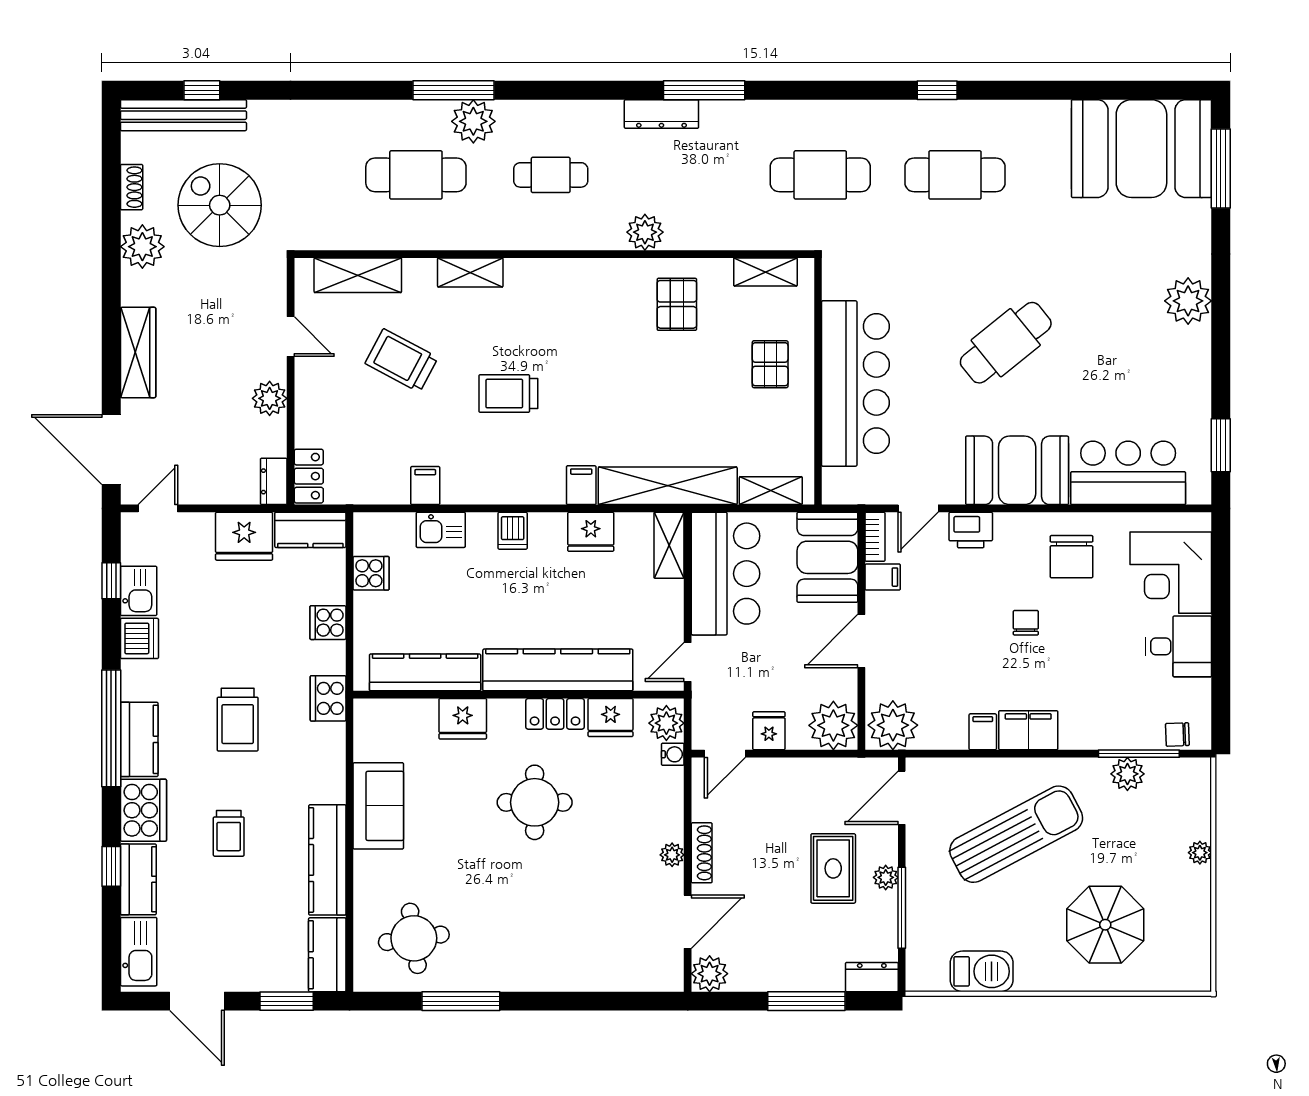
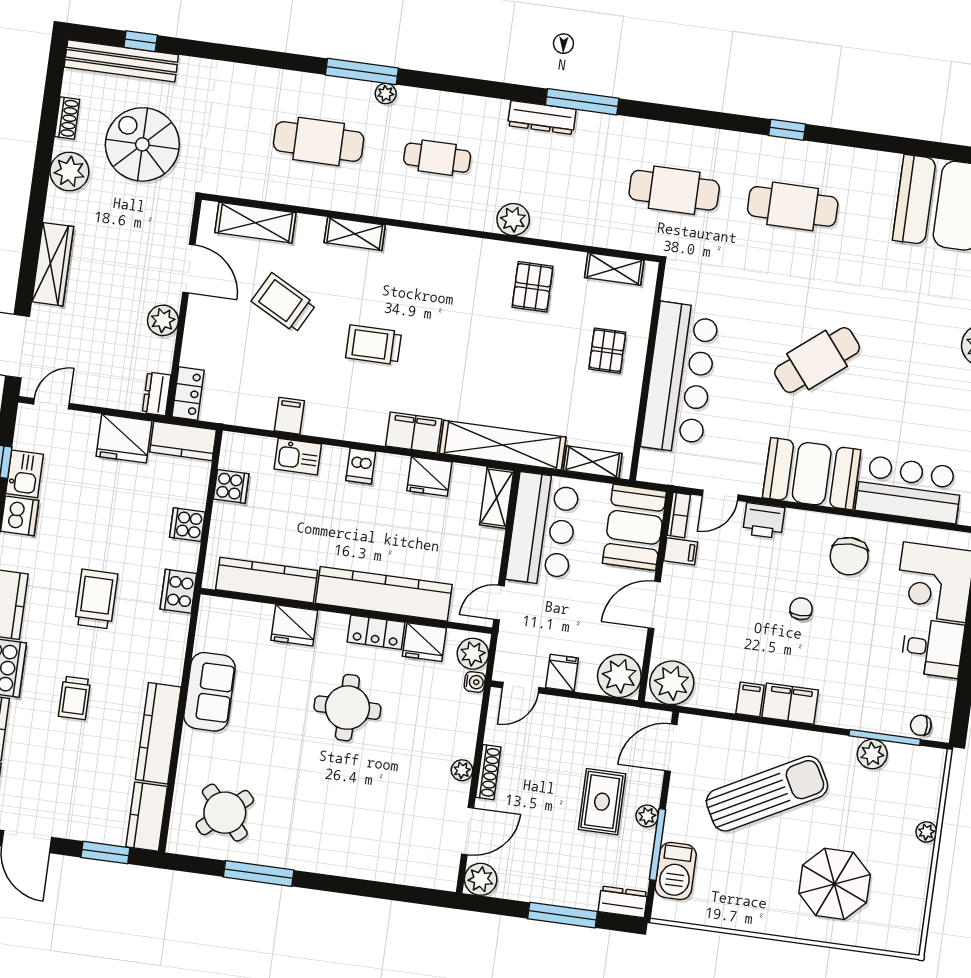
plant: (473, 121) -> (386, 94), width x0.53, depth x0.53
door: (291, 337) -> (189, 269), width x1.38
filing cabinet: (581, 485) -> (414, 432), width x2.00
trolley: (238, 720) -> (96, 599), turned 180
round table: (414, 938) -> (225, 813), turned -34
barbecue: (982, 971) -> (676, 871), moved, turned 90

